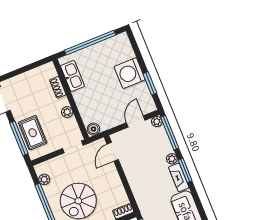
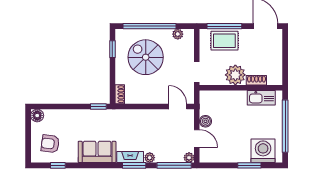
washing machine: (130, 73) -> (263, 151), moved
window: (150, 83) -> (249, 165), moved
plant: (67, 112) -> (235, 75), width x1.88, depth x1.88
boiler: (93, 129) -> (205, 121), moved

